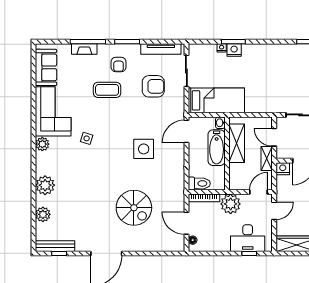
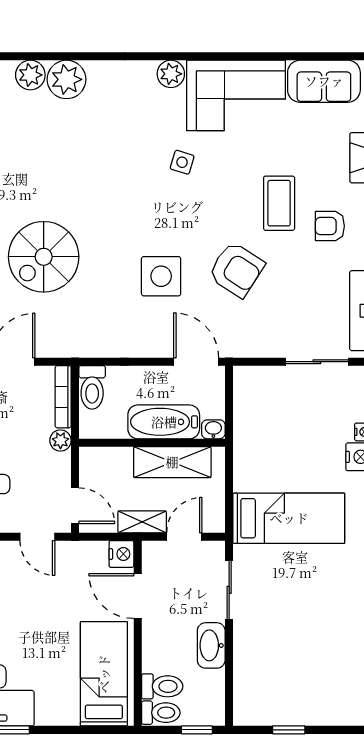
armchair: (153, 86) -> (236, 269), moved, turned -57
bed: (216, 100) -> (289, 518), moved, turned -90
plant: (45, 185) -> (67, 79), moved
plant: (231, 204) -> (60, 440), width x0.53, depth x0.53

